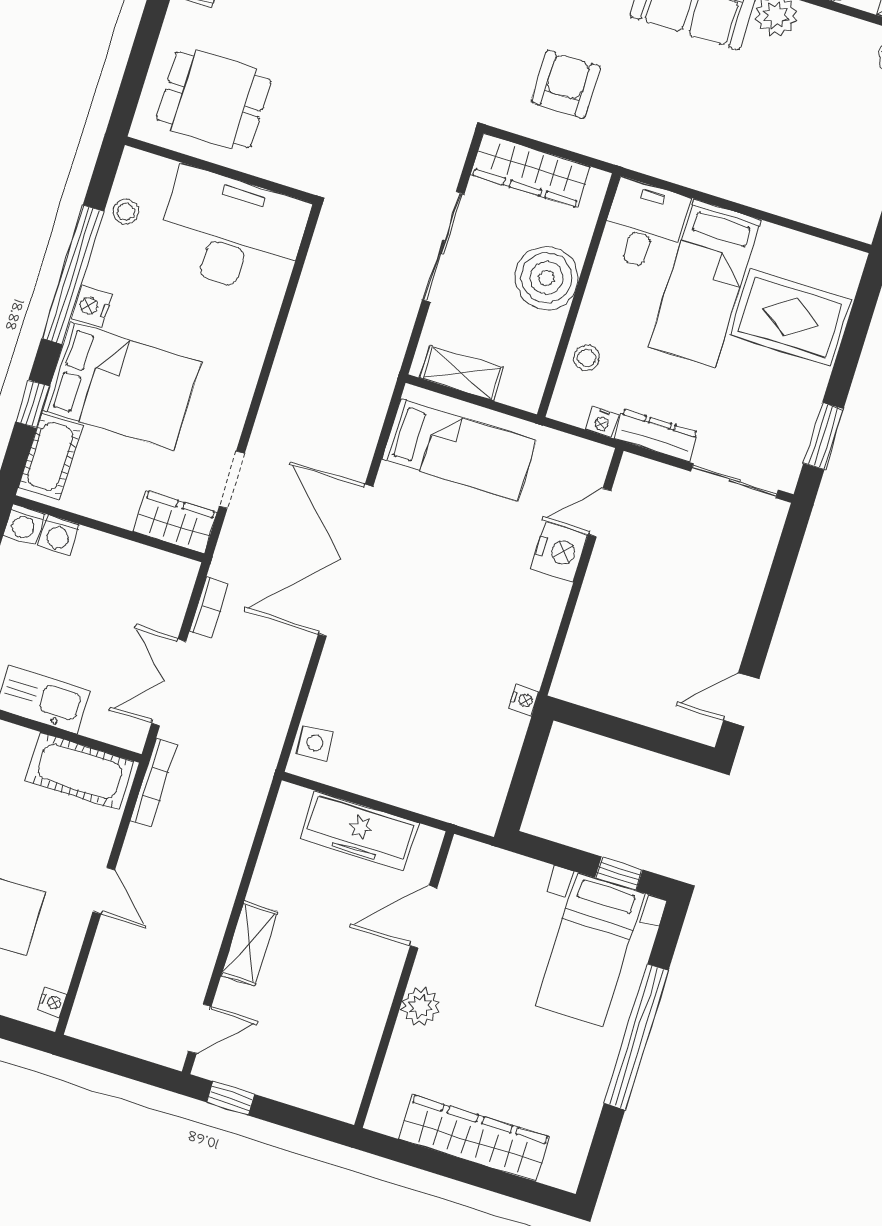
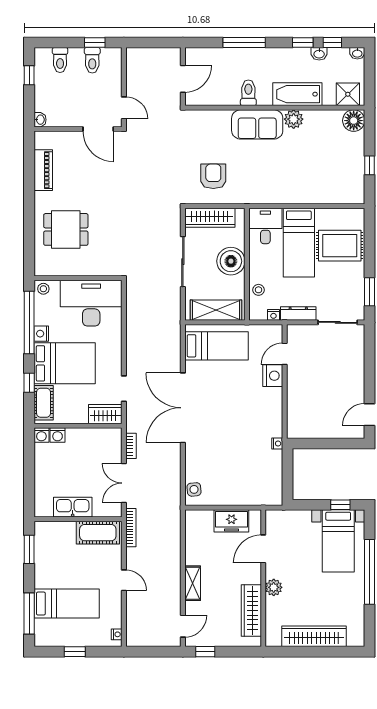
wall: (220, 170) -> (78, 278), moved
desk: (232, 232) -> (91, 303), moved
shelving: (462, 373) -> (216, 310), width x1.50, depth x1.33
freezer: (359, 831) -> (231, 521), width x0.71
wardrobe: (357, 1041) -> (251, 610), added

